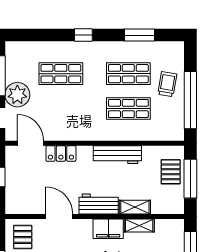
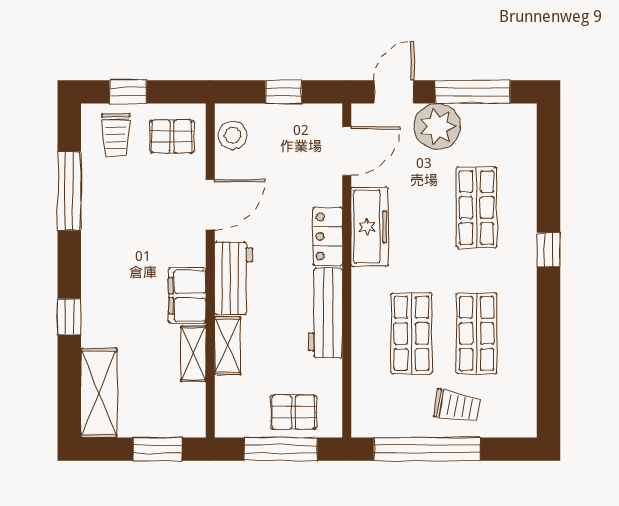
window: (140, 35) -> (549, 354), removed
freezer: (71, 131) -> (370, 227), added
locker: (61, 154) -> (328, 236), moved
stool: (22, 204) -> (233, 135), added

